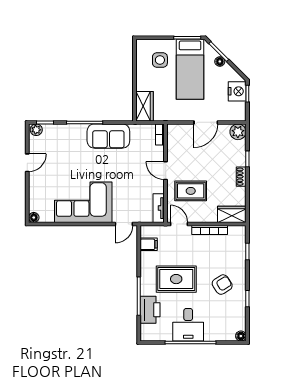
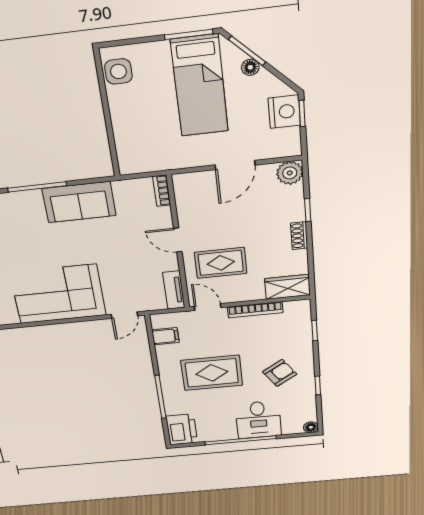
side table: (160, 60) -> (118, 71), moved
wardrobe: (144, 106) -> (130, 152), removed
printer: (150, 310) -> (182, 429), moved
desk: (188, 325) -> (258, 420), moved

